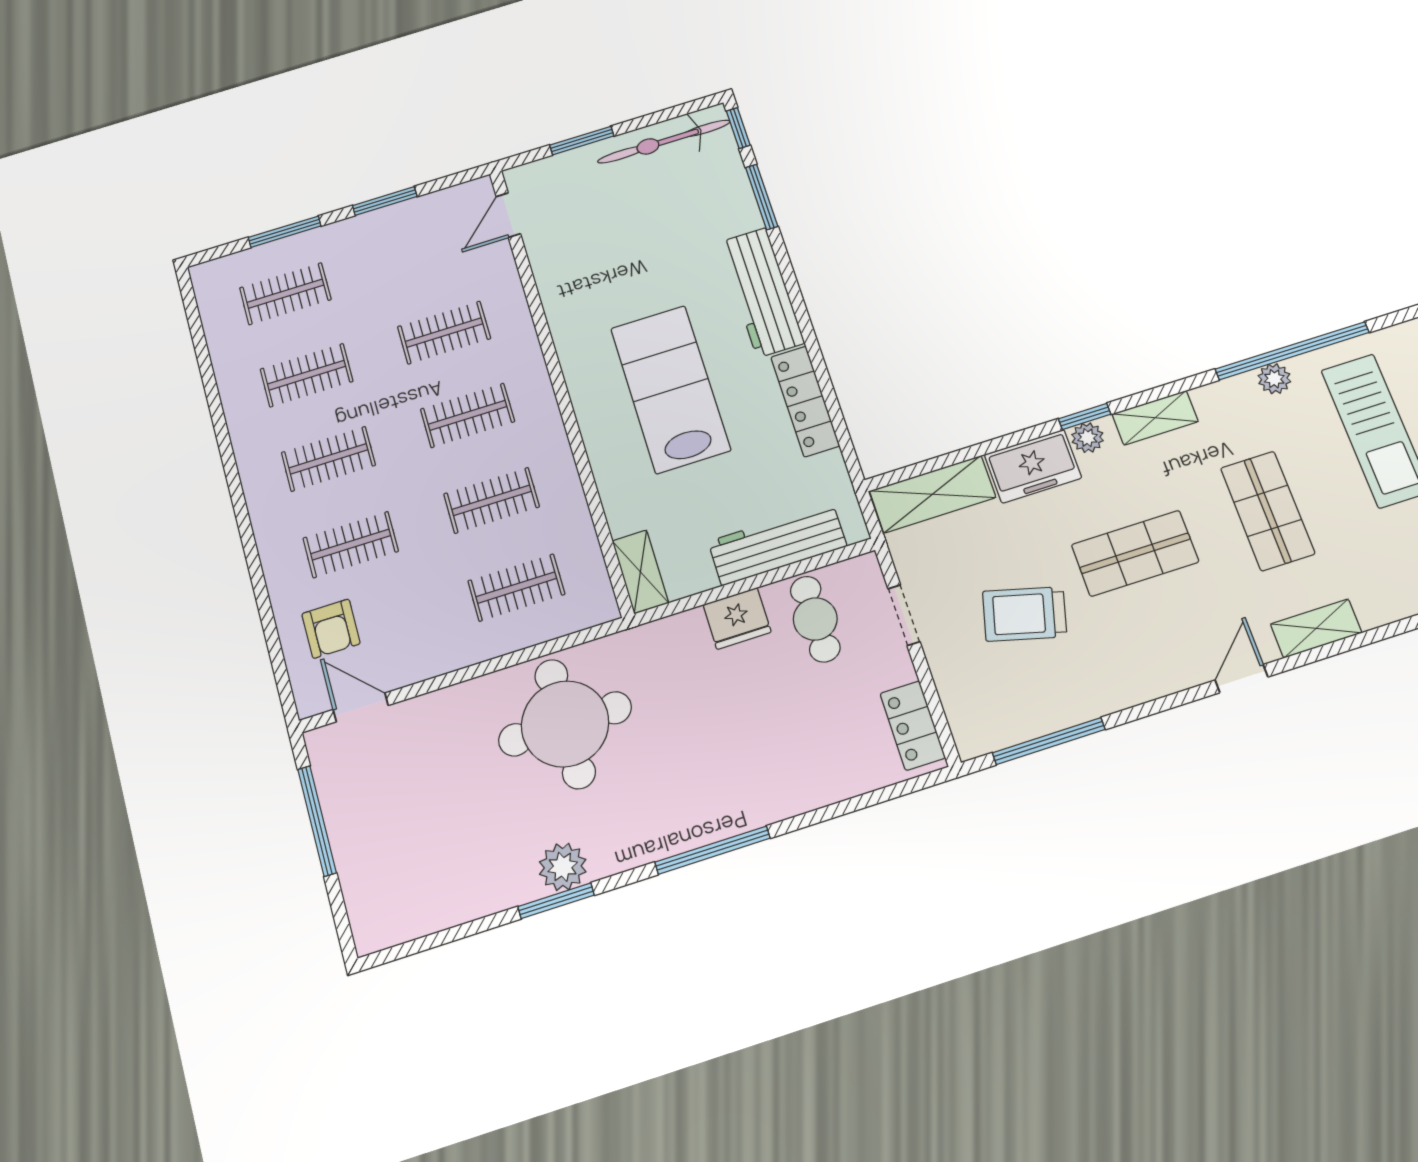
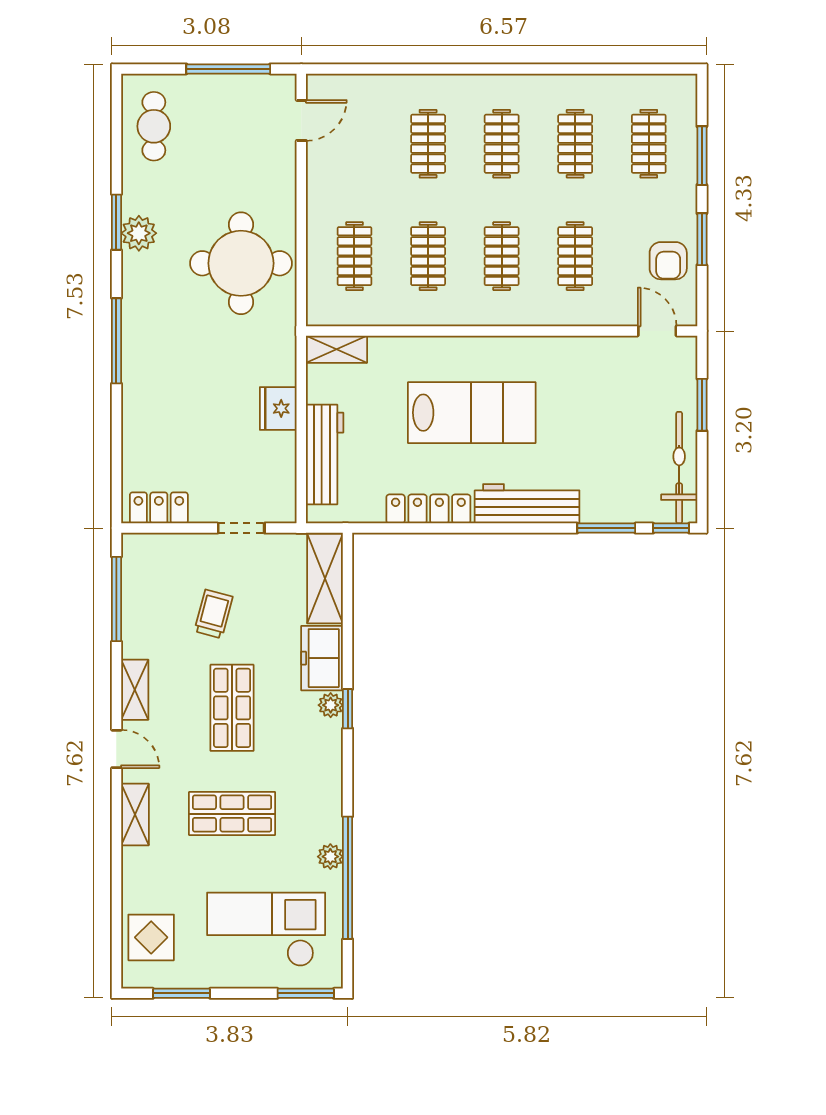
shelving: (1155, 418) -> (135, 690), moved
trolley: (1025, 614) -> (213, 614), width x0.73, depth x0.72
cafe table: (815, 619) -> (154, 126), moved, turned 90
armchair: (331, 629) -> (668, 261), moved, turned -90

